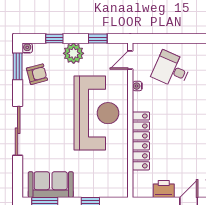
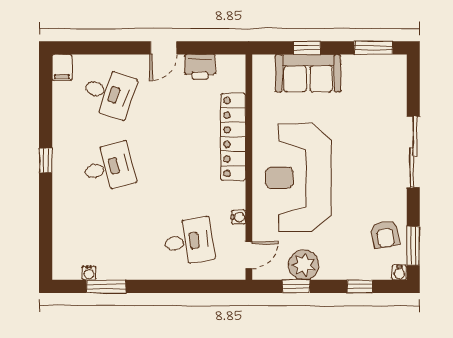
plant: (74, 53) -> (304, 265), moved
desk: (171, 70) -> (189, 241), turned -33
armchair: (37, 74) -> (385, 234), turned -85
sofa: (51, 185) -> (308, 73), moved

